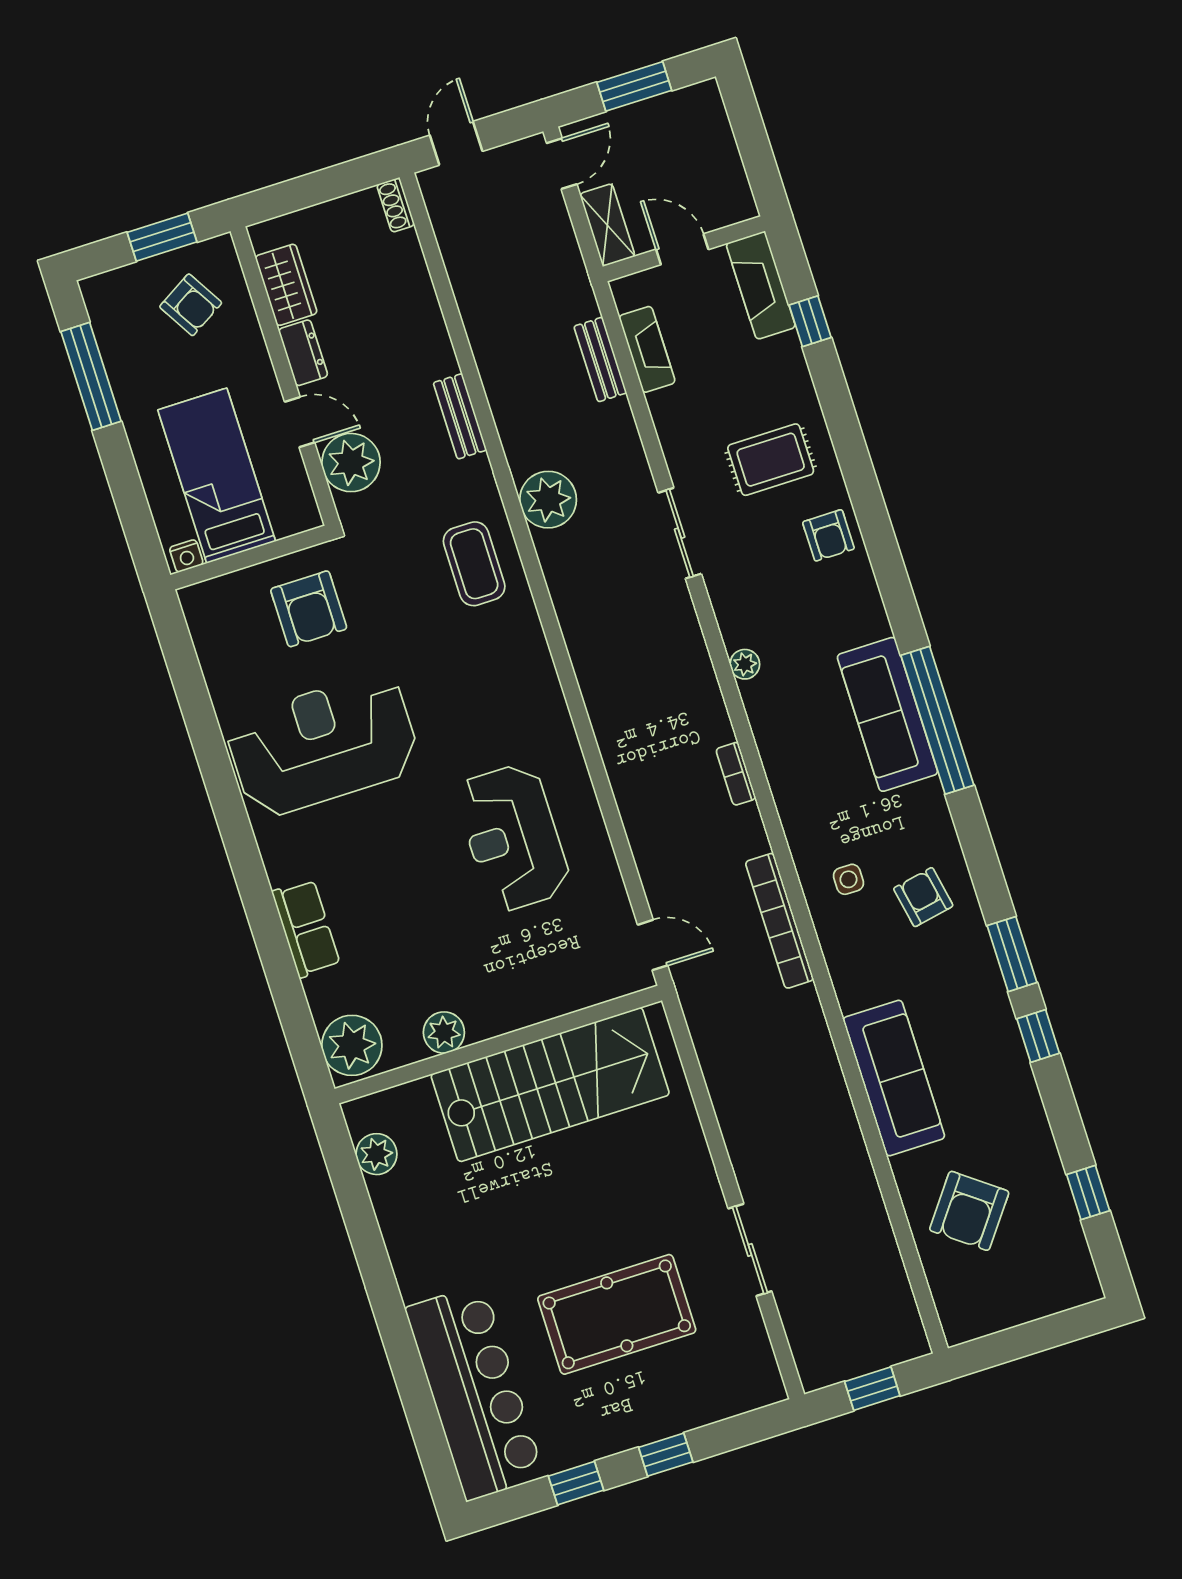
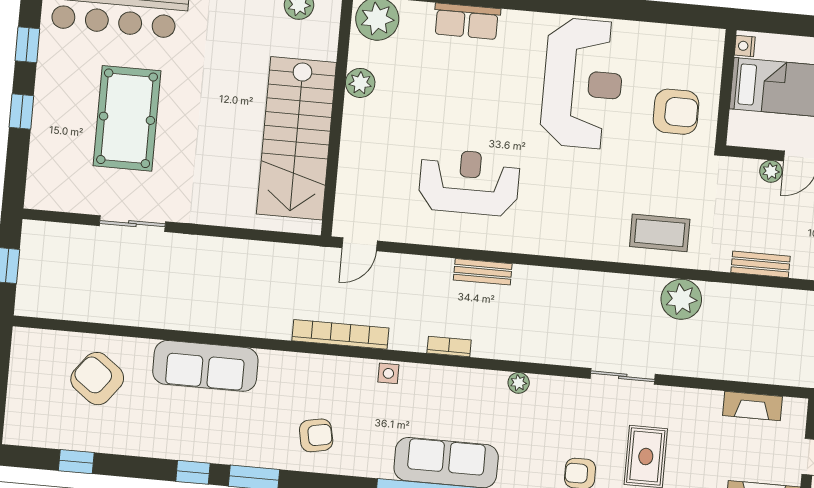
bench: (600, 360) -> (483, 272), moved
plant: (351, 463) -> (771, 171), width x0.53, depth x0.53
armchair: (309, 609) -> (676, 112), turned 180
side table: (848, 879) -> (388, 373), moved

